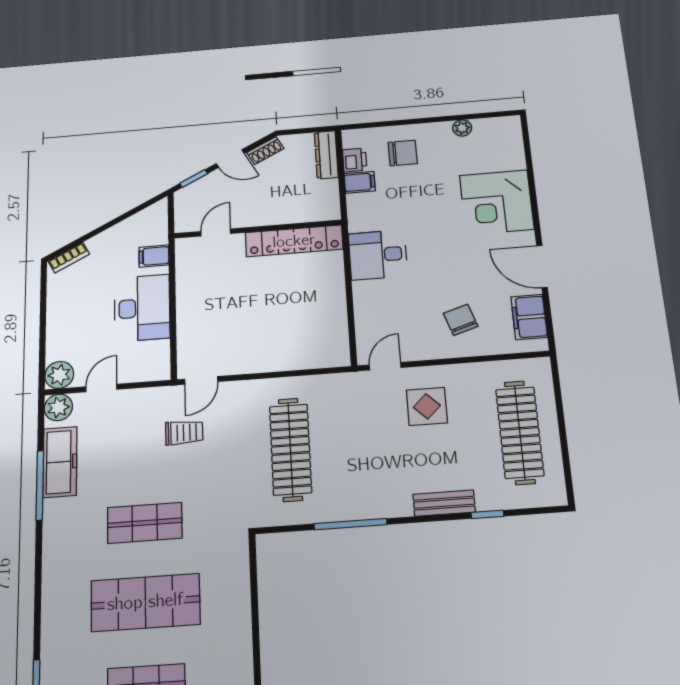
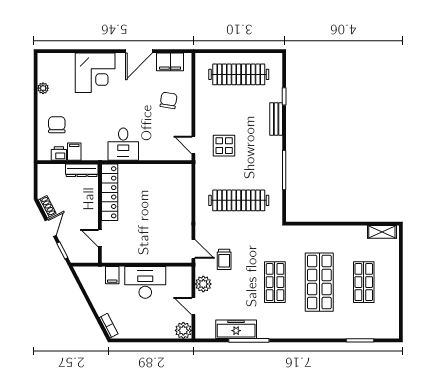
dresser: (326, 155) -> (82, 170), moved
chair: (461, 320) -> (169, 100), turned 117
display table: (427, 406) -> (224, 146), moved
plant: (58, 407) -> (203, 284), moved
trolley: (184, 433) -> (224, 259), turned 180

